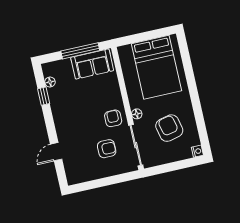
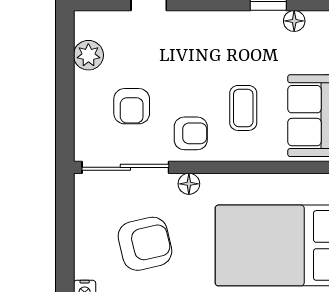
coffee table: (96, 97) -> (243, 108), added
plant: (87, 174) -> (88, 55), added

